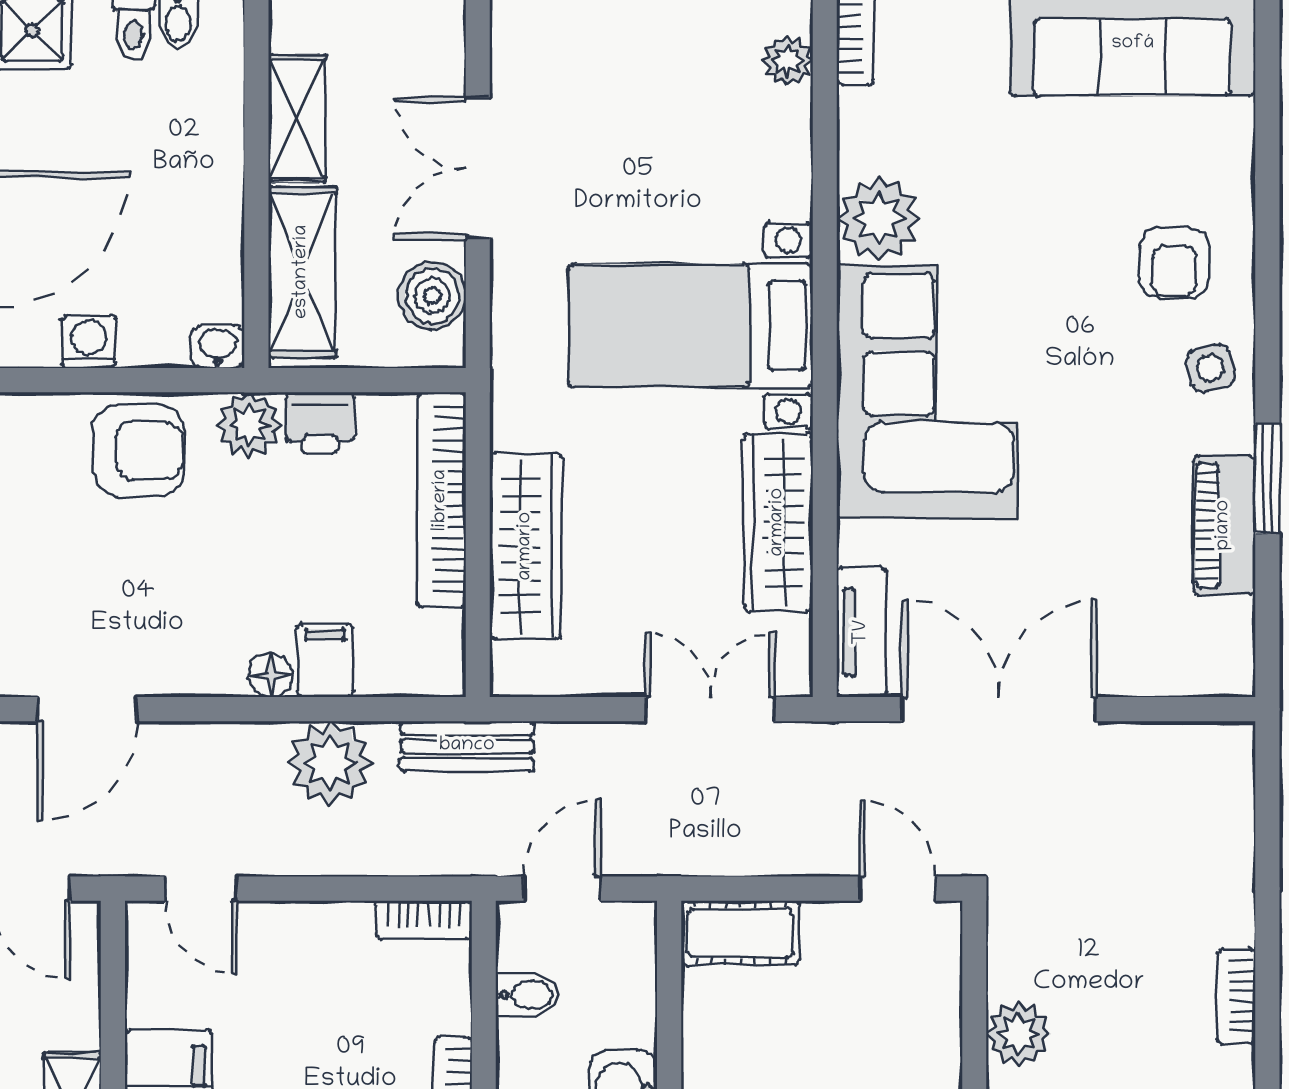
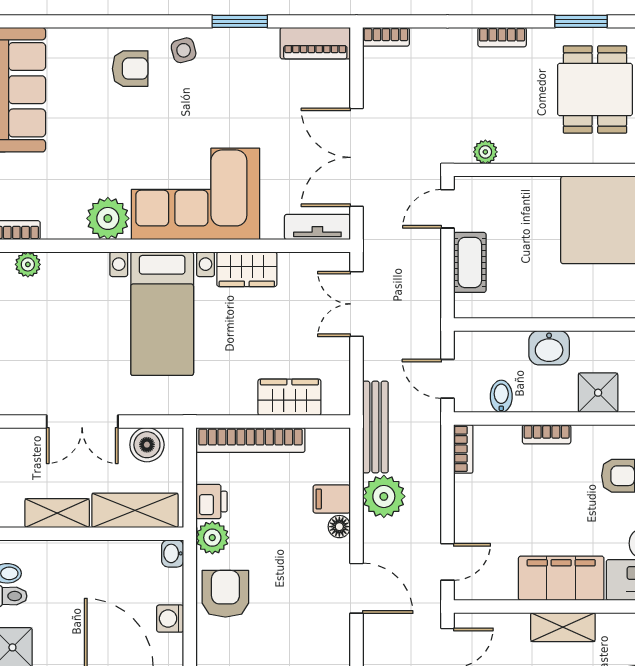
wardrobe: (778, 522) -> (247, 269), width x0.67
piano: (1224, 525) -> (315, 43), moved
wardrobe: (526, 546) -> (289, 397), width x0.67
door: (87, 709) -> (357, 588), moved
bench: (467, 746) -> (375, 427), width x1.36
bookcase: (1237, 767) -> (386, 37), added
cot: (740, 933) -> (470, 262), moved
plant: (1019, 1034) -> (485, 152), moved, width x0.73, depth x0.73

